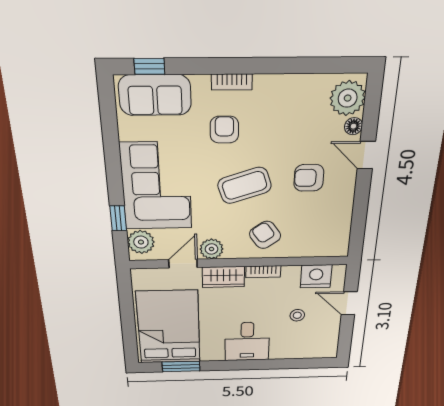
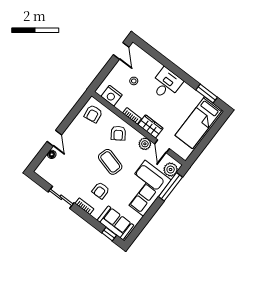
sliding door: (285, 65) -> (61, 197), added
plant: (348, 98) -> (47, 167), removed
armchair: (309, 178) -> (93, 114), moved, turned 82
coffee table: (244, 185) -> (110, 162), turned 33
window: (118, 218) -> (170, 187), width x2.17
door: (183, 264) -> (162, 146), hinge flipped
door: (349, 303) -> (121, 51), moved
bed: (169, 327) -> (199, 123), width x0.67

